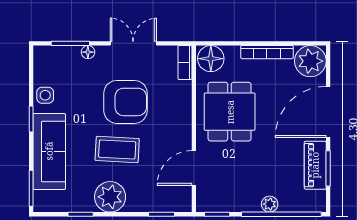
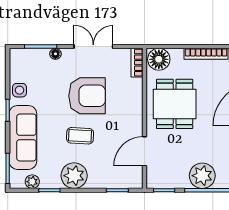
coffee table: (117, 149) -> (80, 136), width x0.73, depth x0.77
plant: (60, 204) -> (32, 182), added
plant: (270, 204) -> (202, 176), width x1.87, depth x1.87

